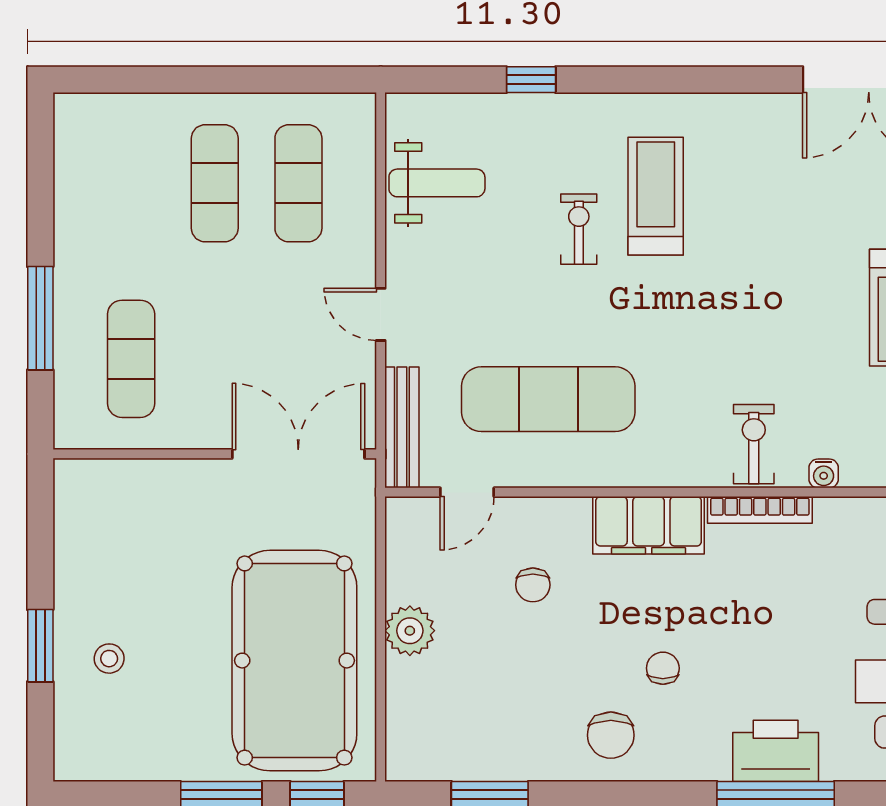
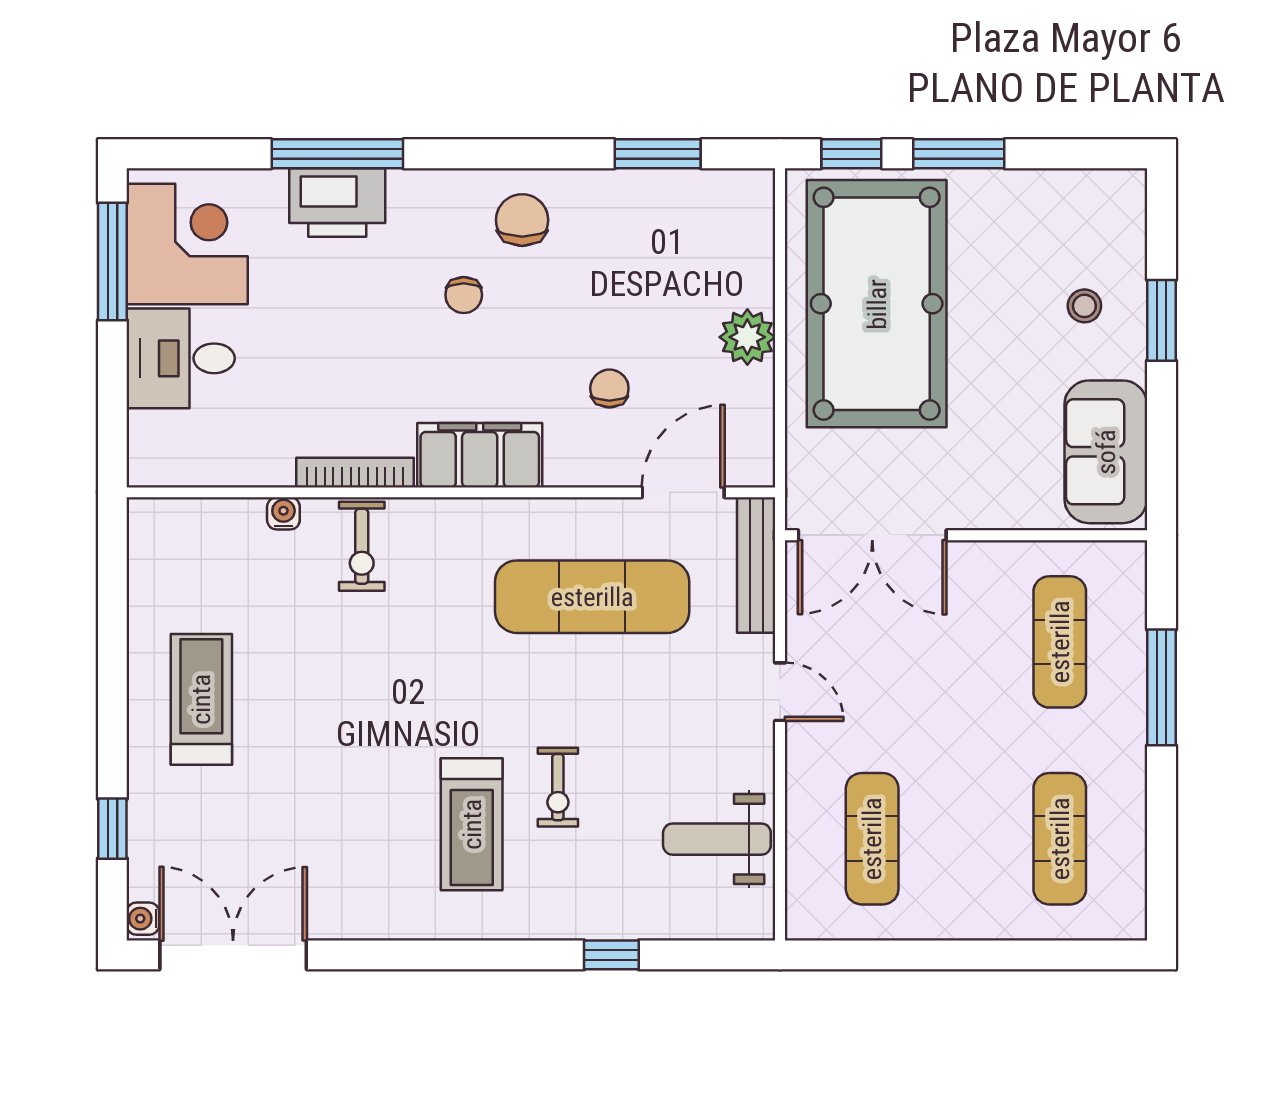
exercise mat: (215, 183) -> (1060, 839), moved
door: (467, 492) -> (683, 492), width x1.38
sofa: (90, 528) -> (1106, 452), added

